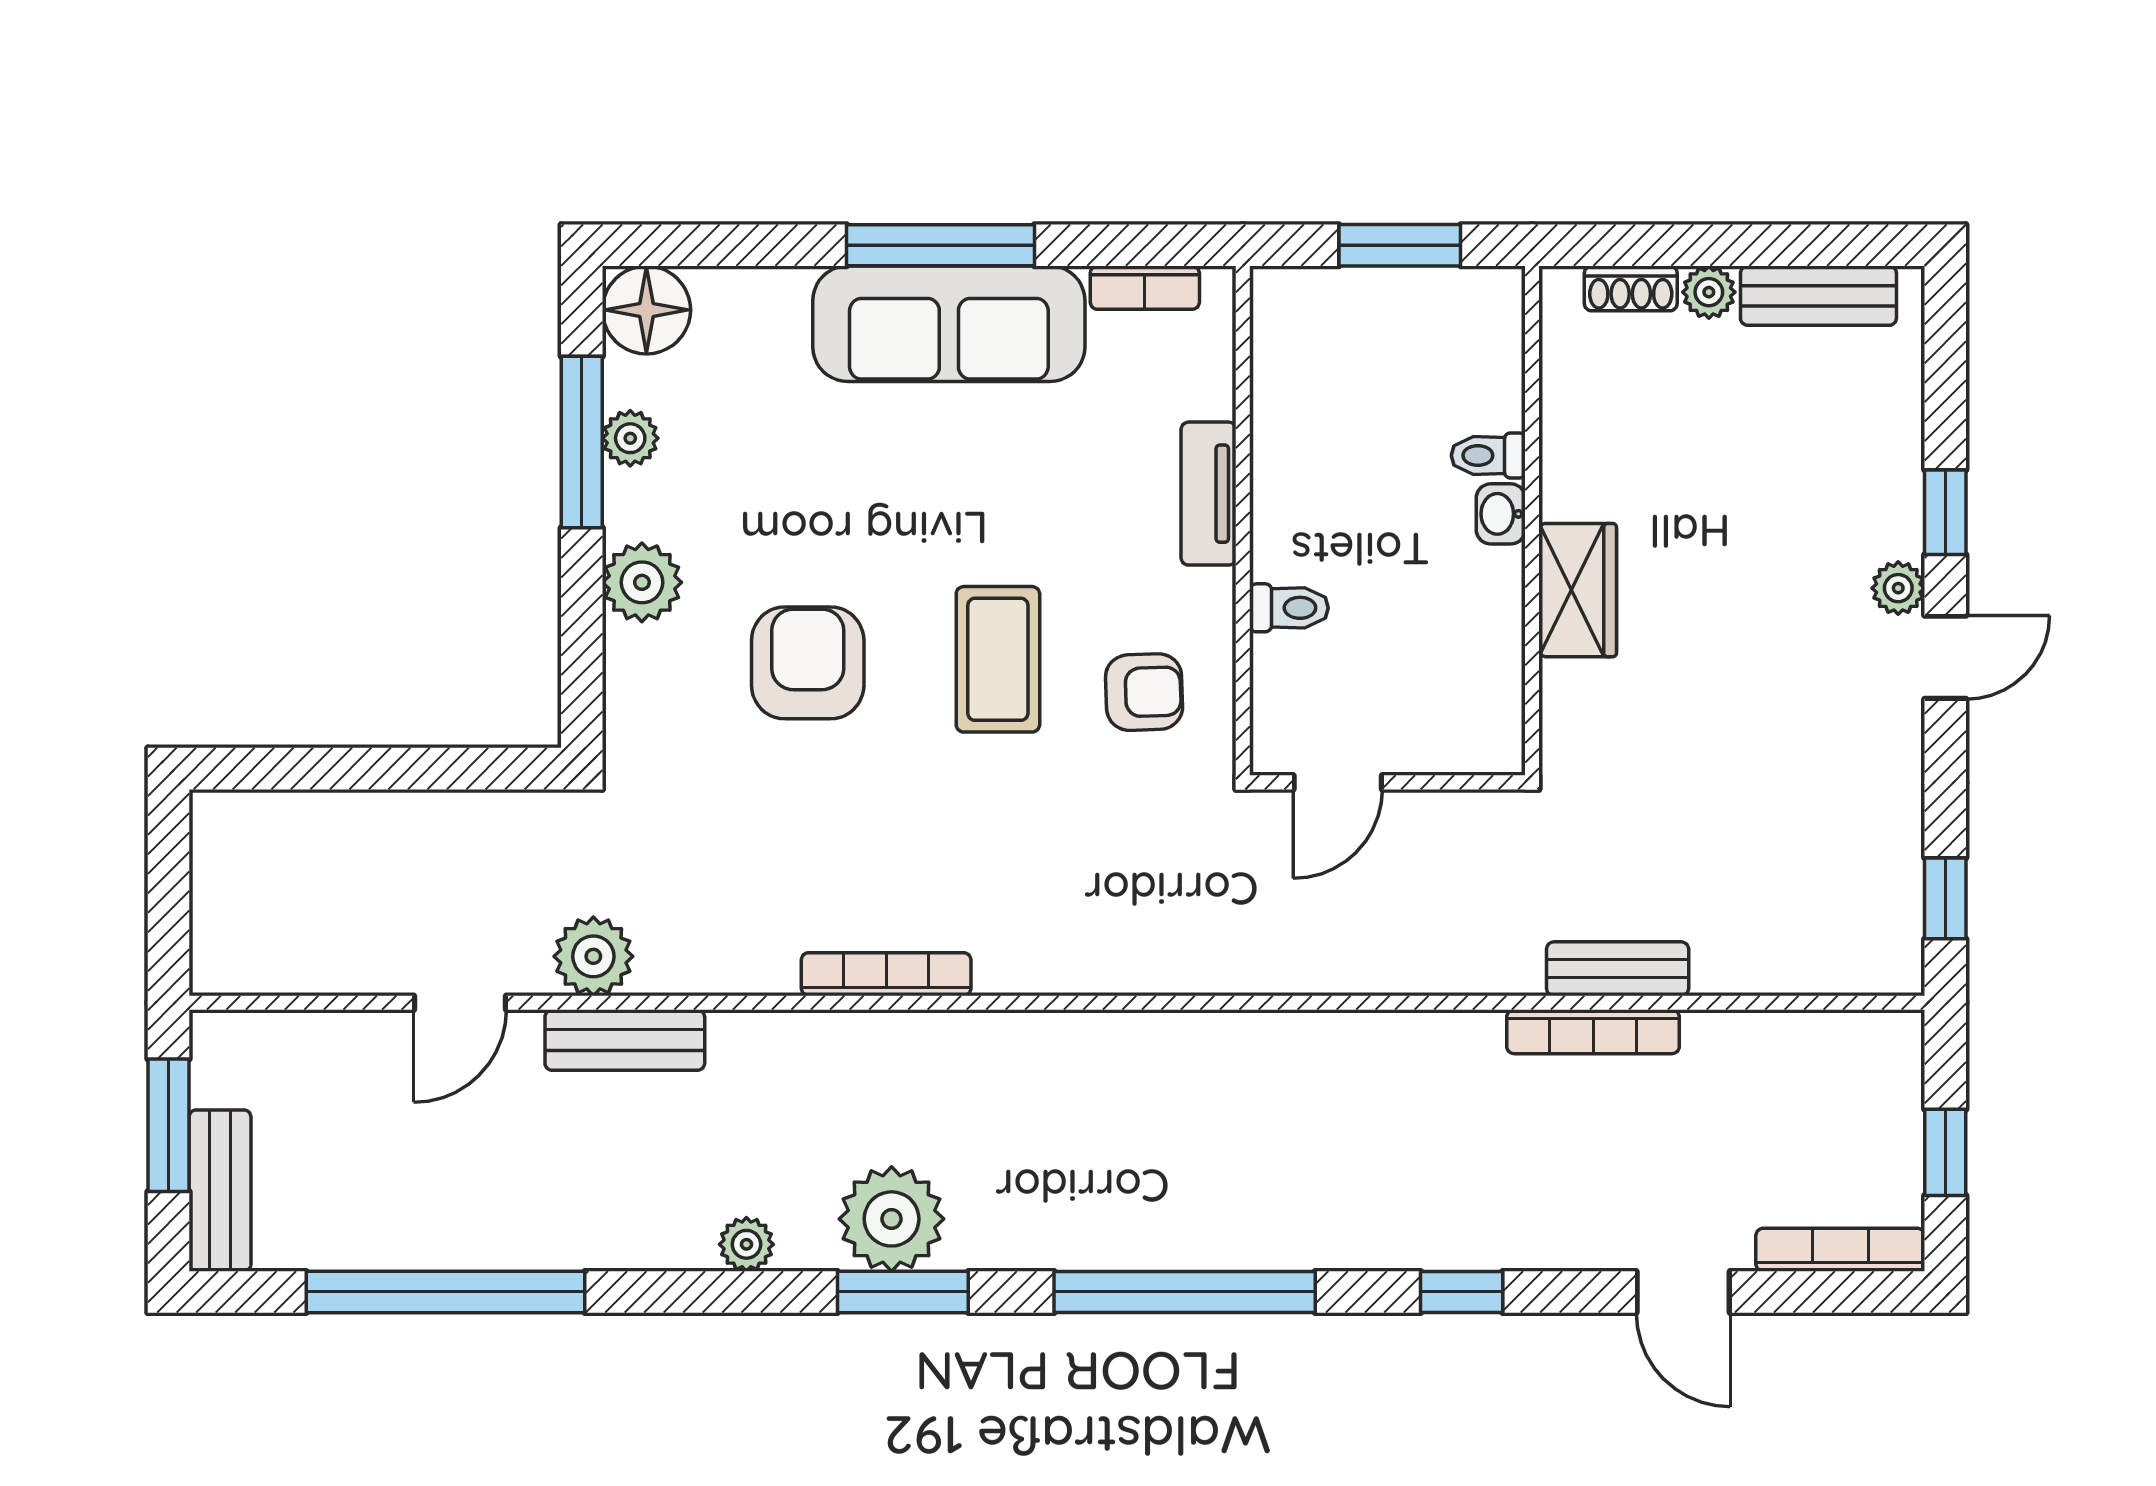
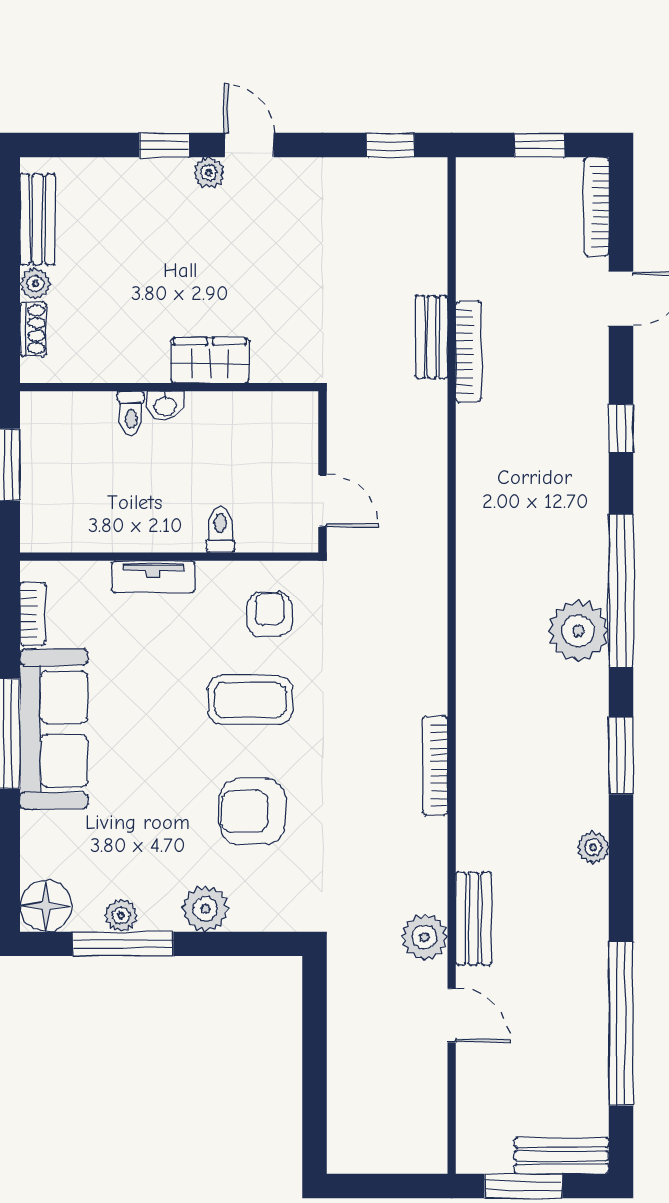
plant: (892, 1219) -> (578, 631), moved

